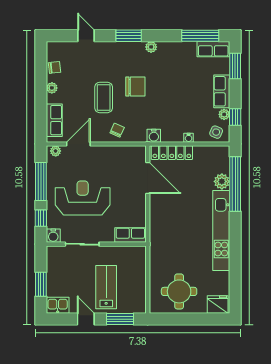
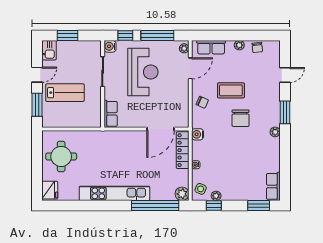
window: (200, 36) -> (285, 175), removed
row of seats: (222, 91) -> (236, 194), removed
door: (78, 144) -> (190, 68), hinge flipped
plant: (222, 181) -> (182, 194), moved

